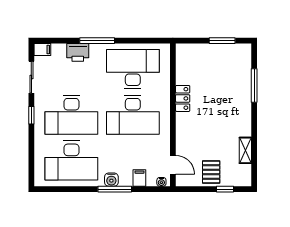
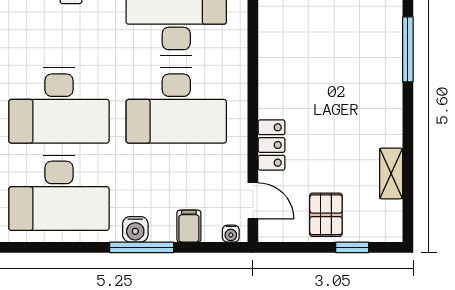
locker: (183, 98) -> (272, 145), moved

